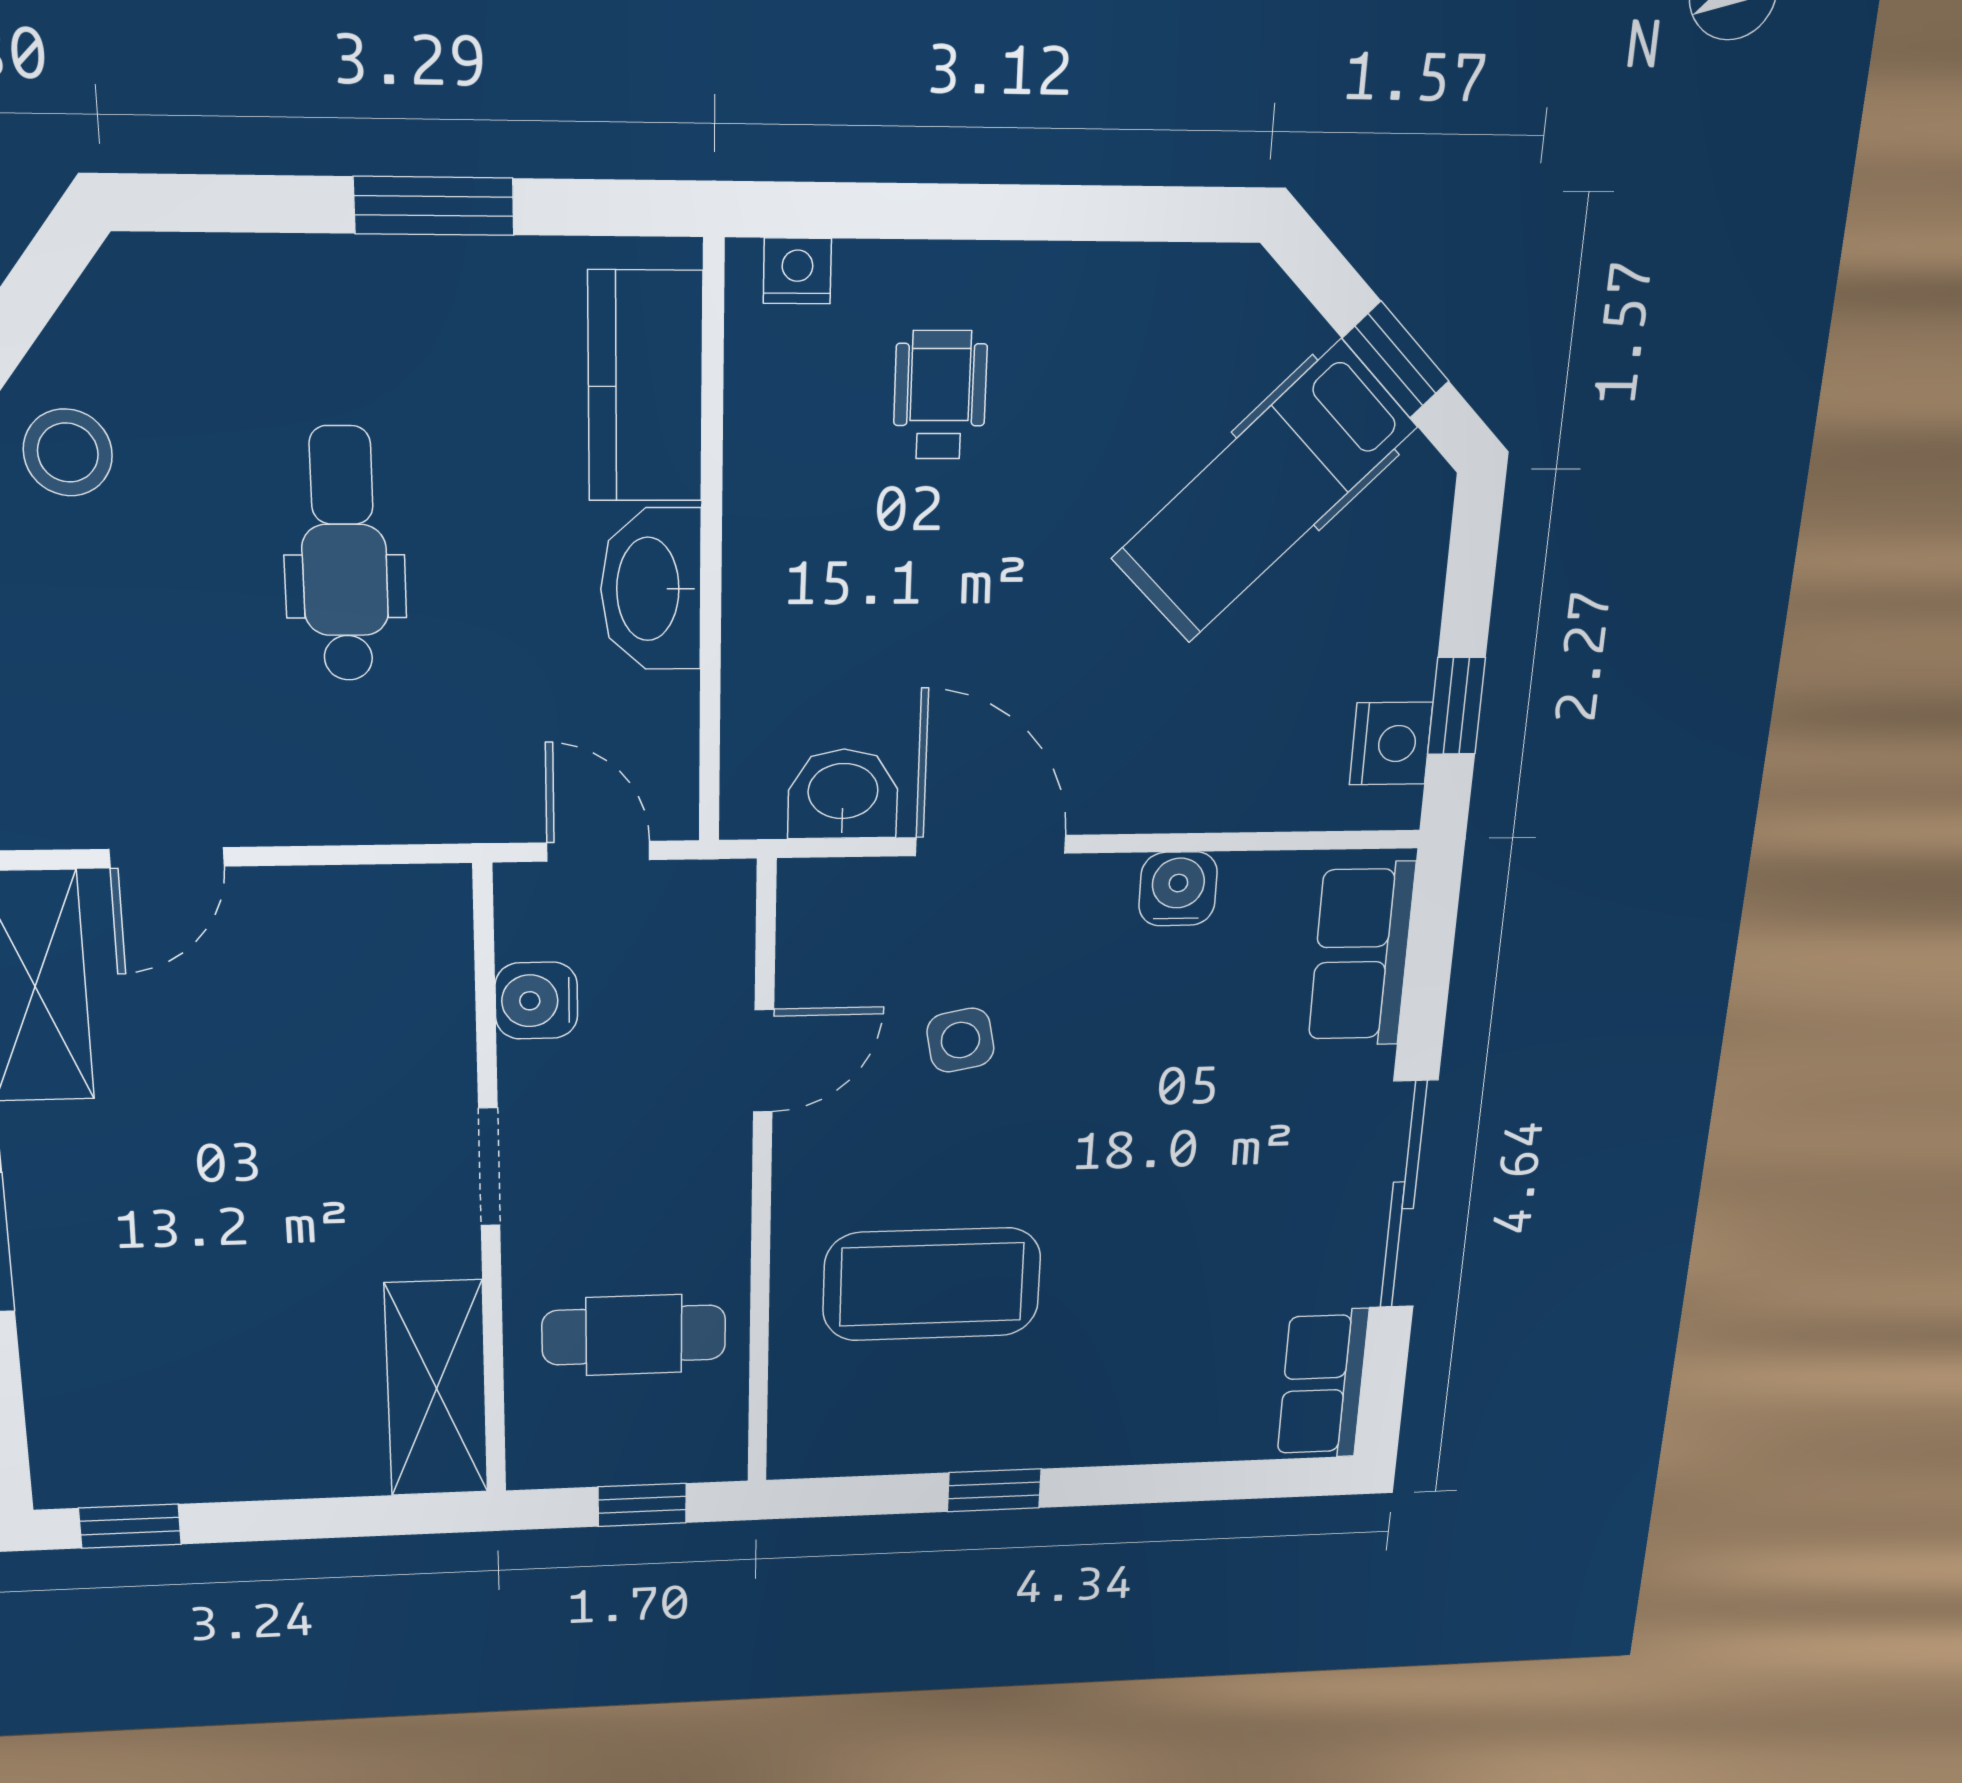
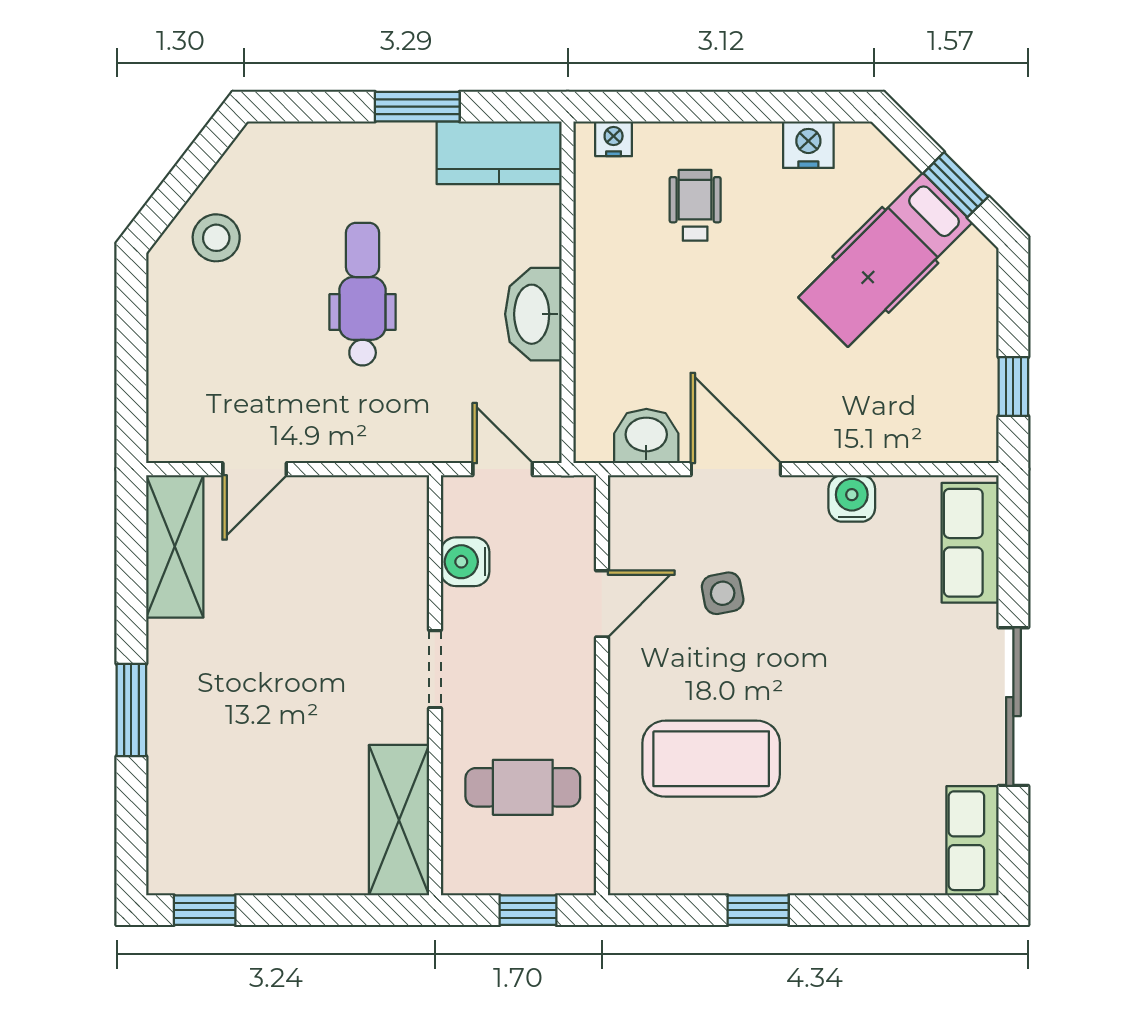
kitchen counter: (645, 387) -> (499, 153), moved, turned -90
nightstand: (1391, 744) -> (808, 145), moved, turned -90

